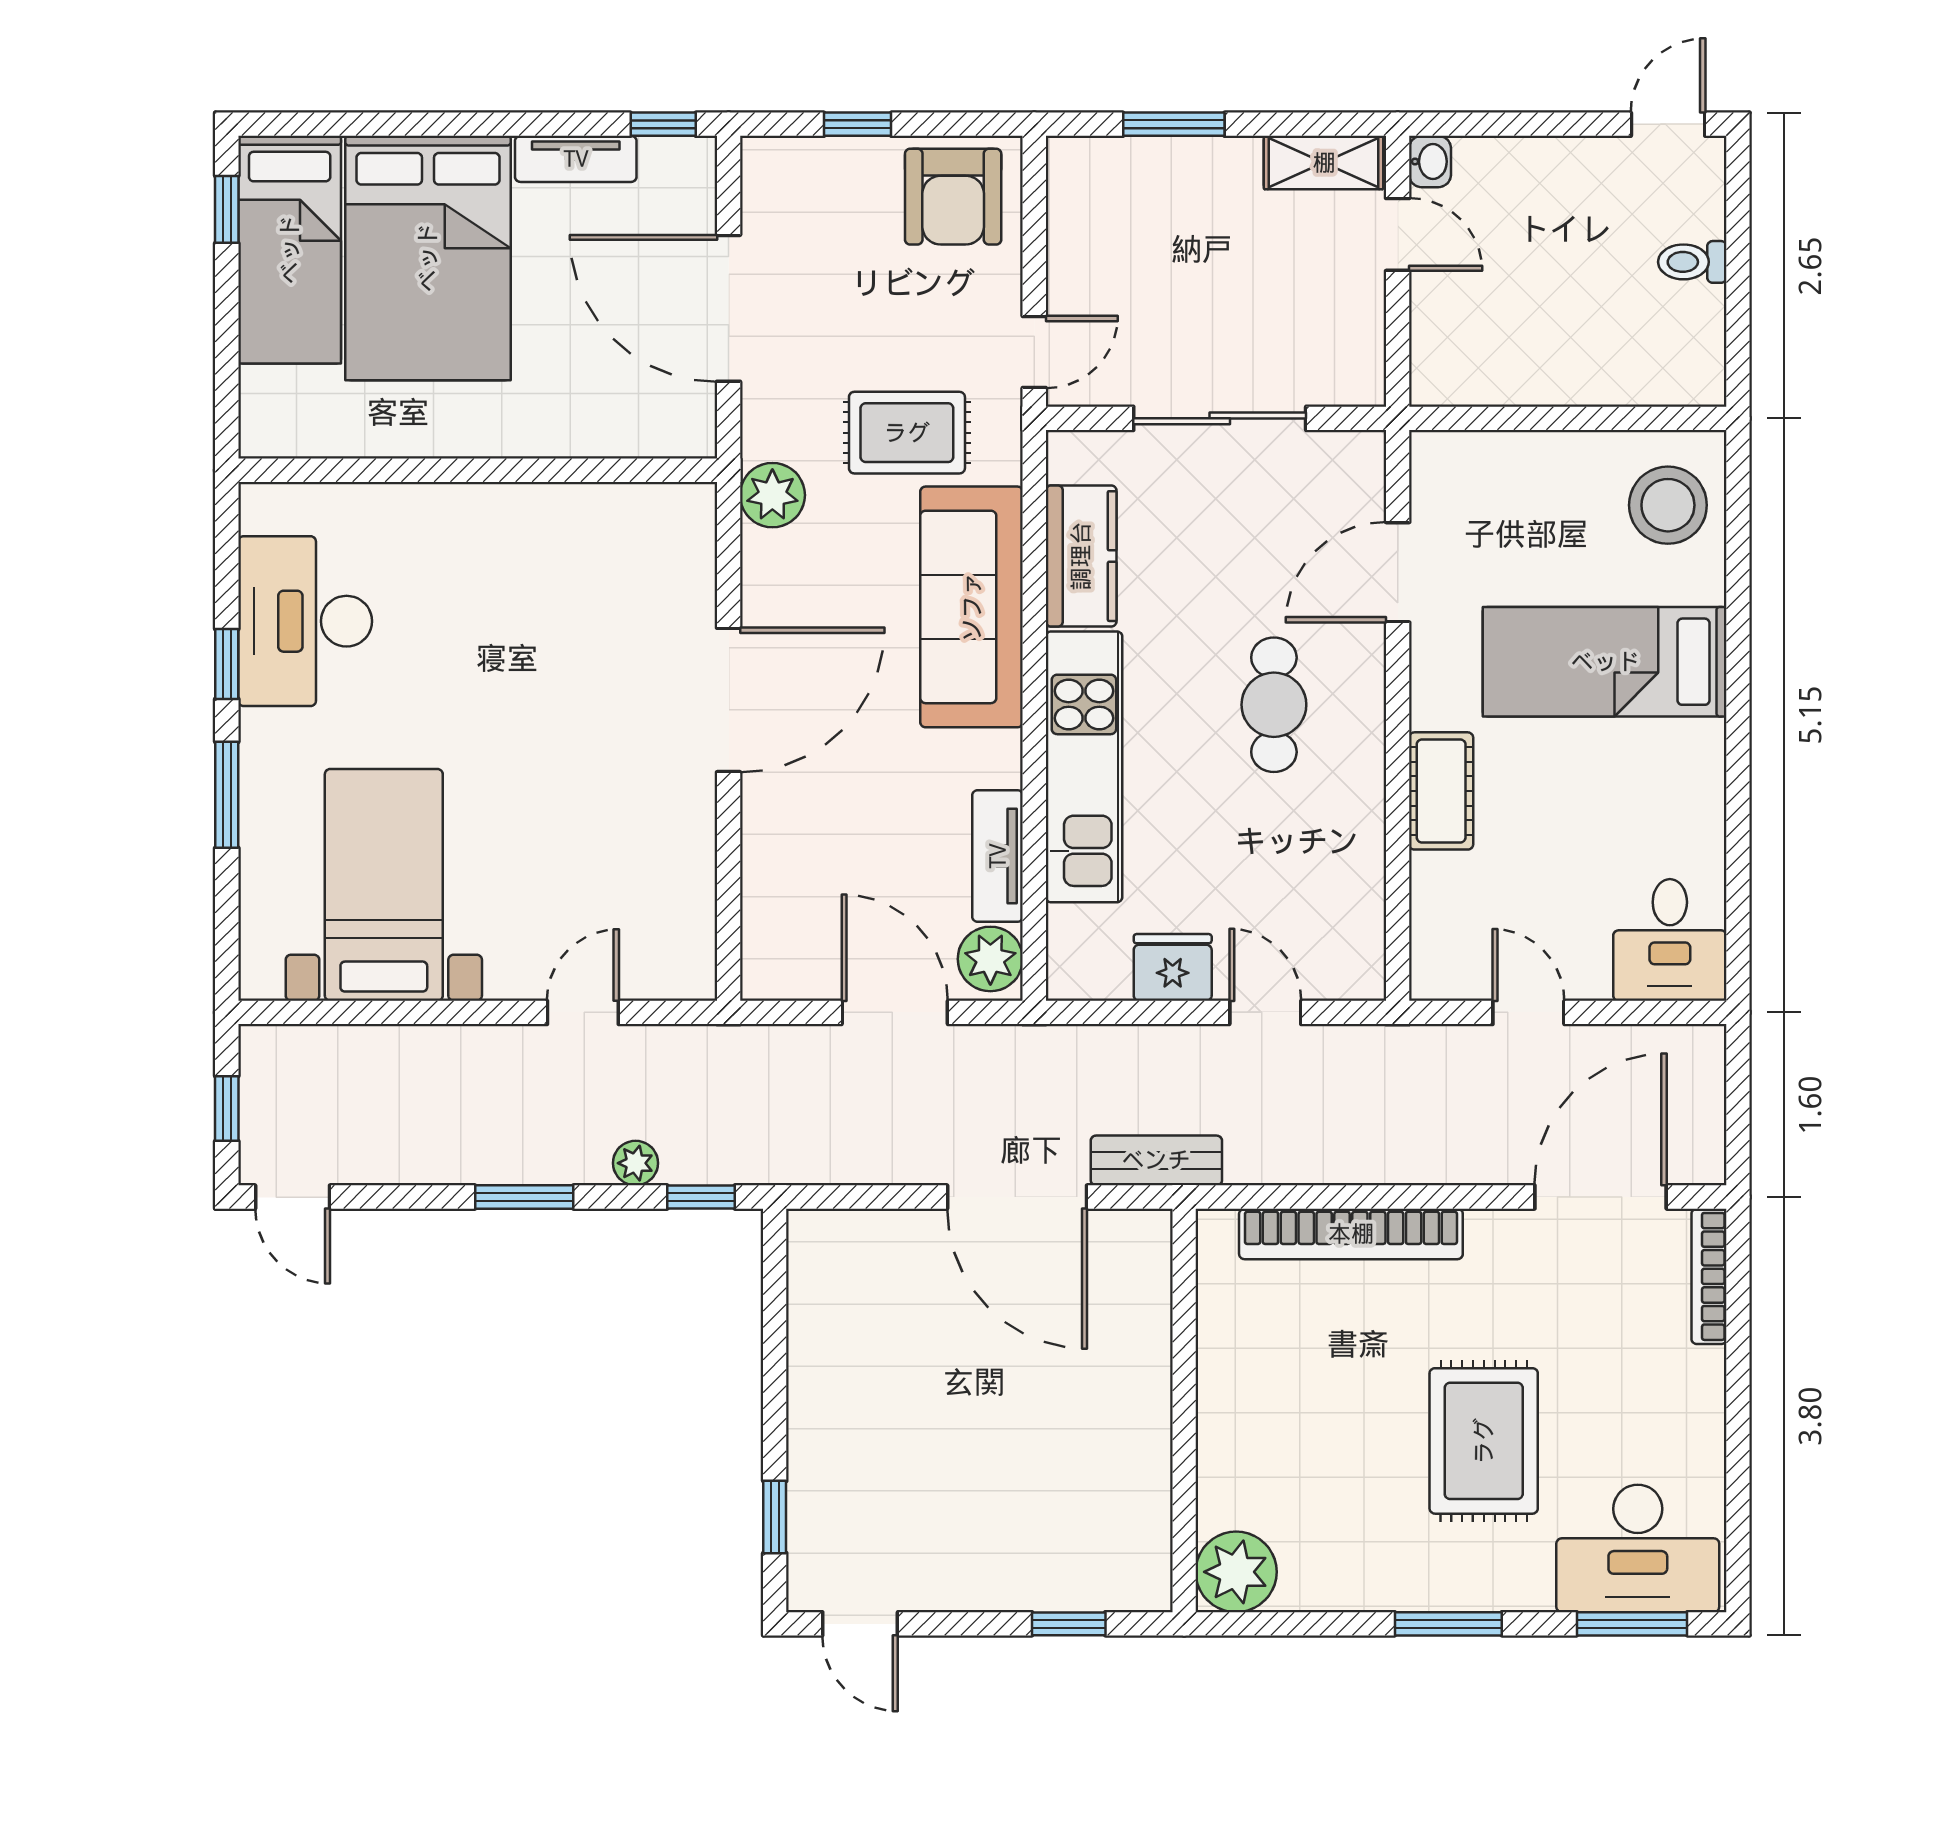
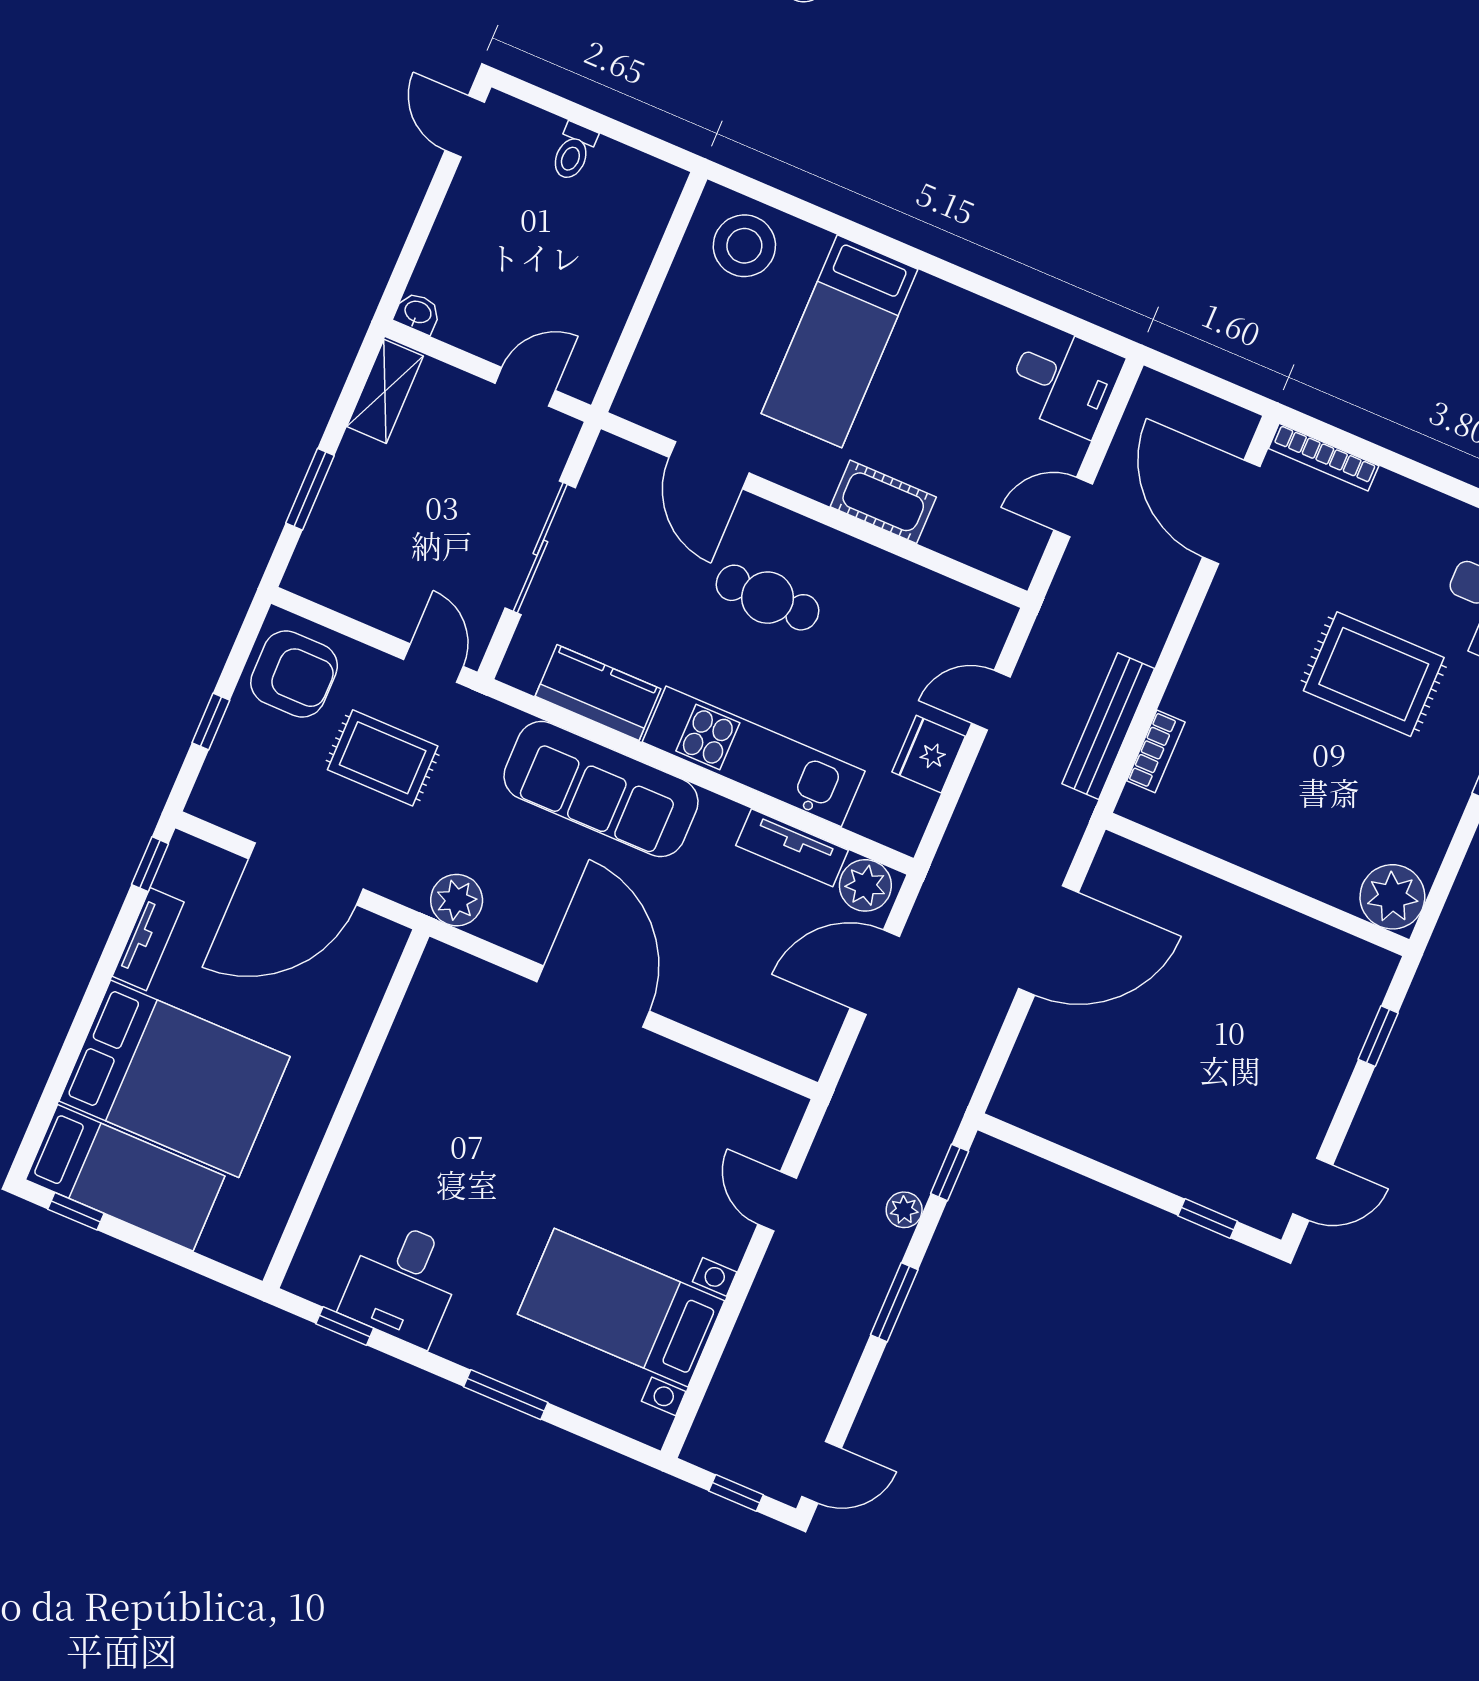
door: (1398, 234) -> (525, 387), moved
rug: (907, 433) -> (383, 758), moved, turned 90
desk: (305, 621) -> (403, 1283), width x0.73
window: (227, 664) -> (345, 1326), moved
bench: (1156, 1160) -> (1108, 726), moved, width x1.36
bookcase: (1351, 1234) -> (1156, 751), width x0.43, depth x0.76

